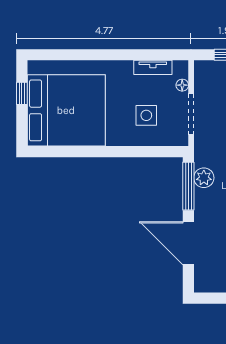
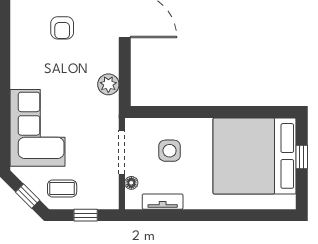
window: (22, 93) -> (302, 157), moved
window: (188, 186) -> (125, 75), removed

